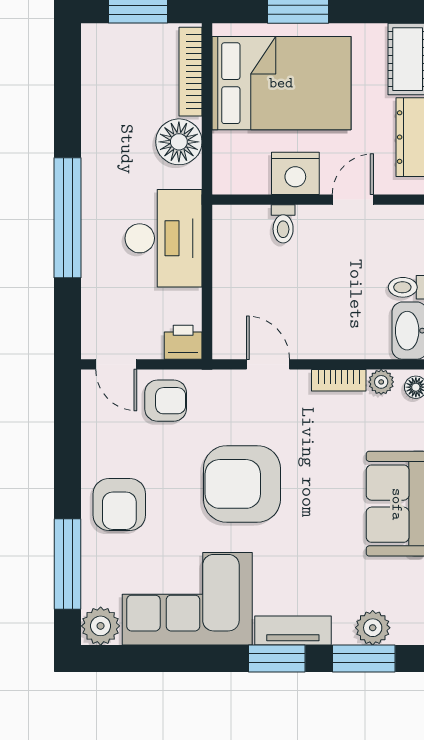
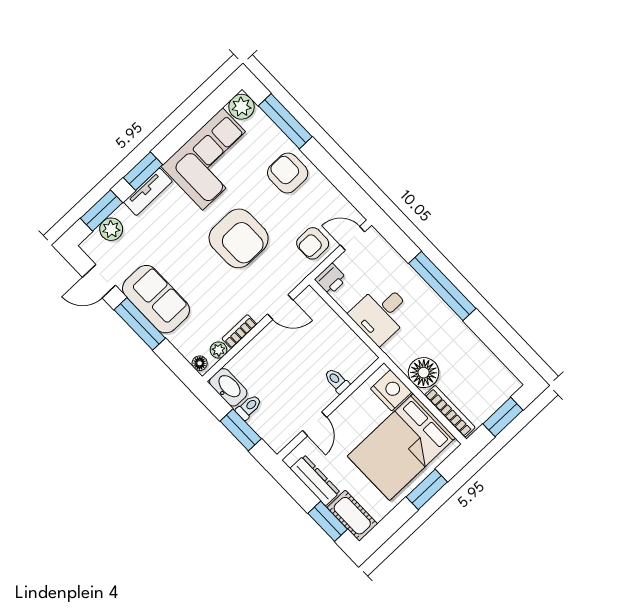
nightstand: (295, 173) -> (391, 390), moved, turned 90
desk: (164, 238) -> (381, 313), width x0.73
armchair: (242, 484) -> (239, 238), turned 90

